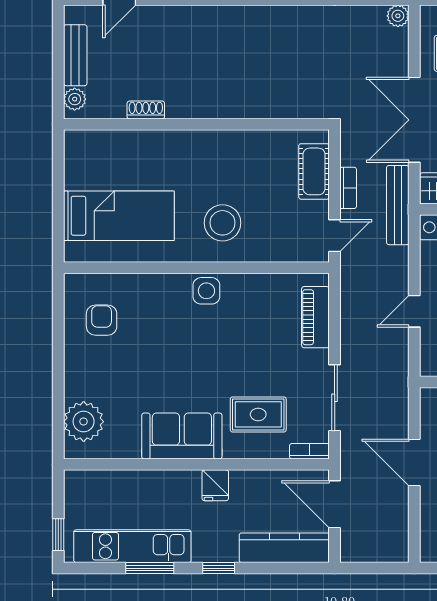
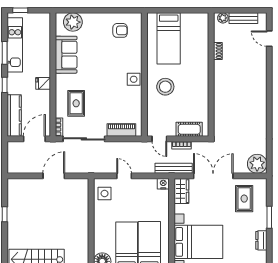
plant: (398, 16) -> (257, 164), width x1.87, depth x1.87
sliding door: (335, 398) -> (84, 139), width x1.37
sofa: (182, 436) -> (66, 55), moved

